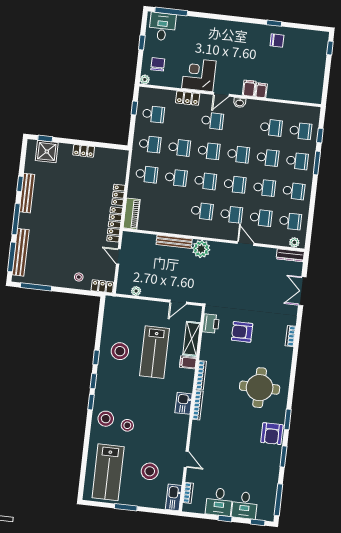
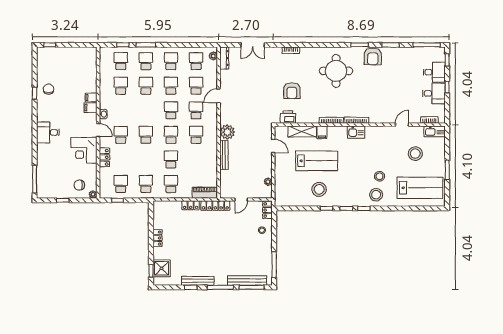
desk: (162, 27) -> (48, 132), moved
school desk: (179, 148) -> (146, 159), removed
school desk: (238, 154) -> (146, 110), removed
armchair: (272, 434) -> (373, 56), turned 90

